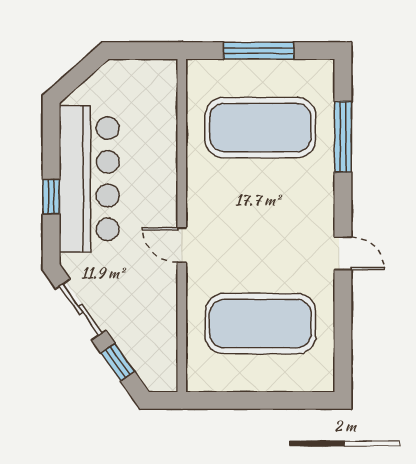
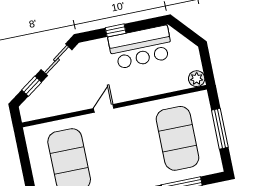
plant: (164, 73) -> (197, 79), added
bar counter: (89, 179) -> (141, 47), width x0.73

